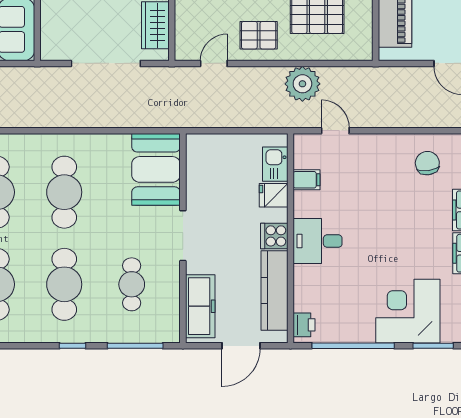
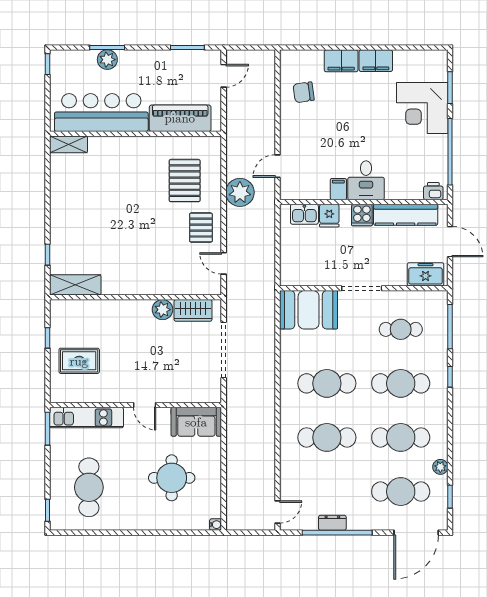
filing cabinet: (307, 180) -> (338, 189), moved
freezer: (200, 306) -> (426, 274), width x0.71

